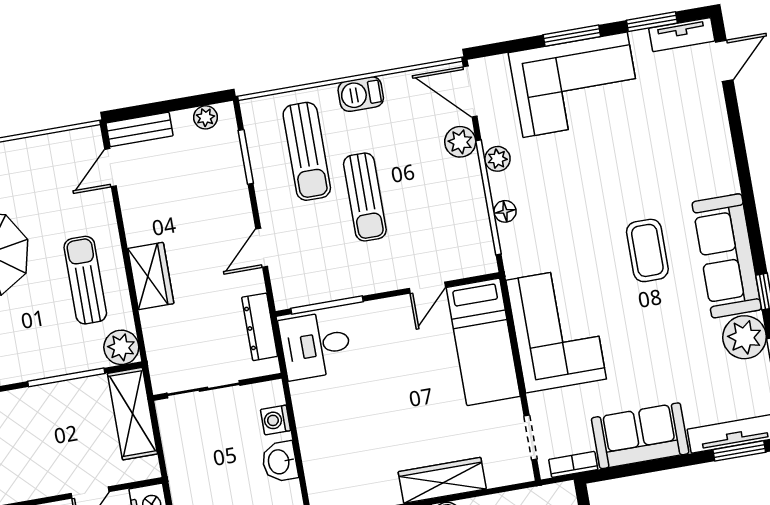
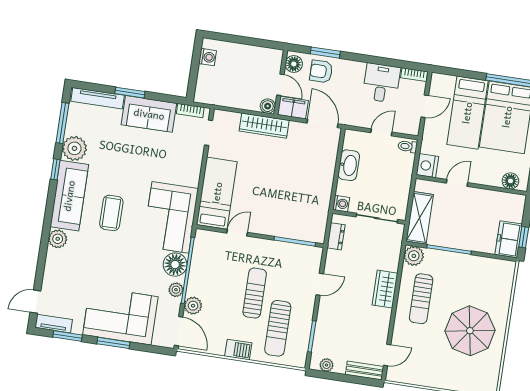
sun lounger: (307, 151) -> (278, 328), turned 180
plant: (722, 178) -> (58, 239), added
floor lamp: (505, 211) -> (175, 265), width x1.89, depth x1.89
dresser: (260, 327) -> (336, 236), width x0.70
corner sofa: (556, 330) -> (170, 217), moved
desk: (315, 345) -> (308, 222), removed
washing machine: (276, 420) -> (341, 204), moved
window: (739, 451) -> (130, 93), moved
washbasin: (280, 462) -> (349, 165), width x1.38

